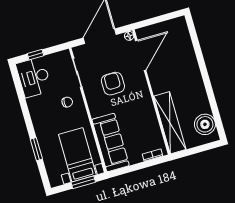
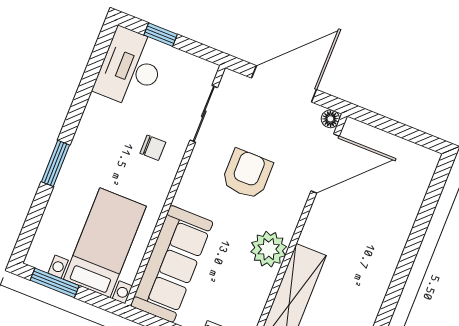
plant: (145, 107) -> (269, 249), added
window: (36, 149) -> (55, 163), moved
window: (83, 182) -> (55, 283), moved

